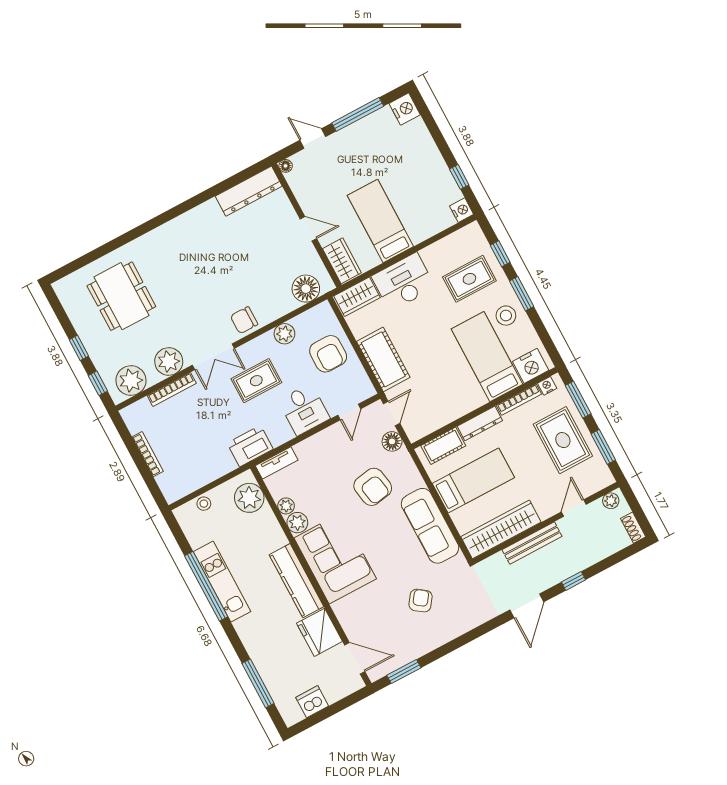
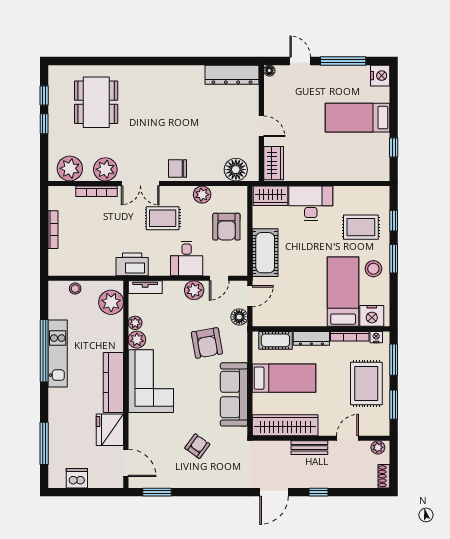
nightstand: (462, 210) -> (382, 173), removed
bed: (380, 221) -> (357, 118), moved, turned -90
window: (98, 383) -> (44, 95), moved
plant: (330, 439) -> (194, 290), added
bench: (532, 543) -> (309, 448), width x0.73

